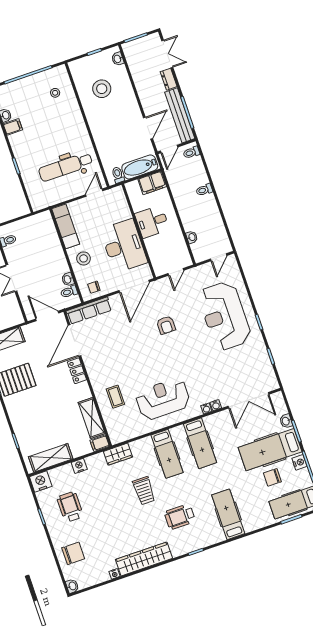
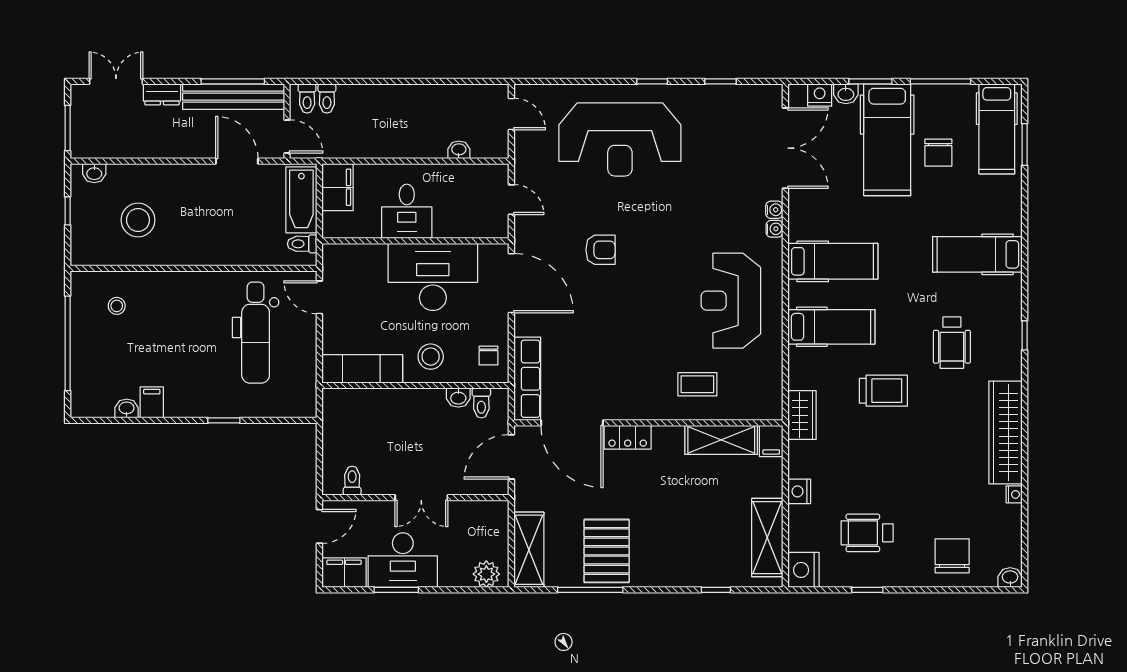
toilet: (204, 190) -> (327, 98), moved
nightstand: (299, 462) -> (820, 95), moved

